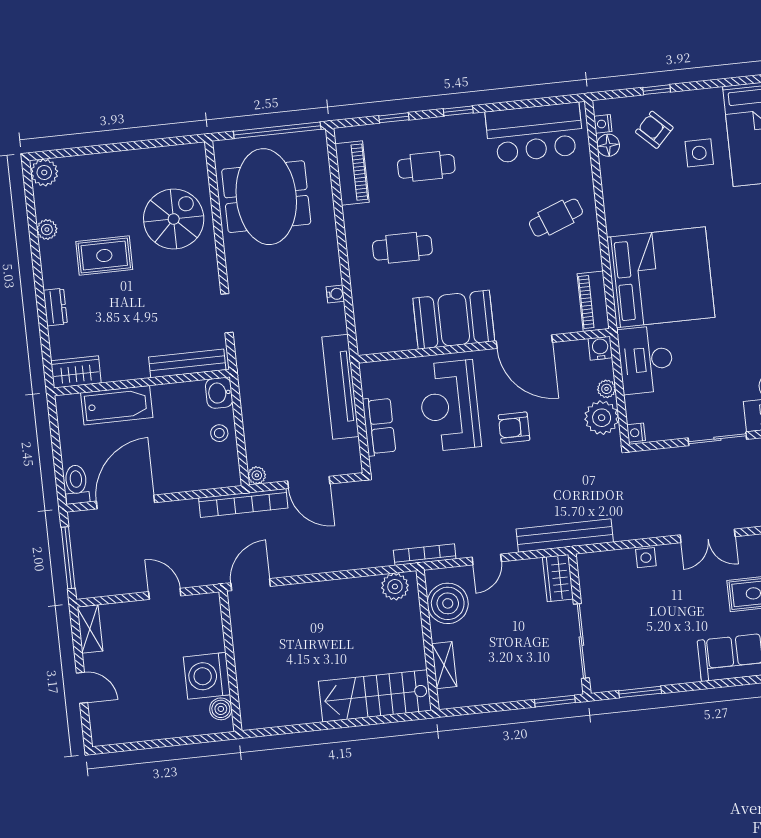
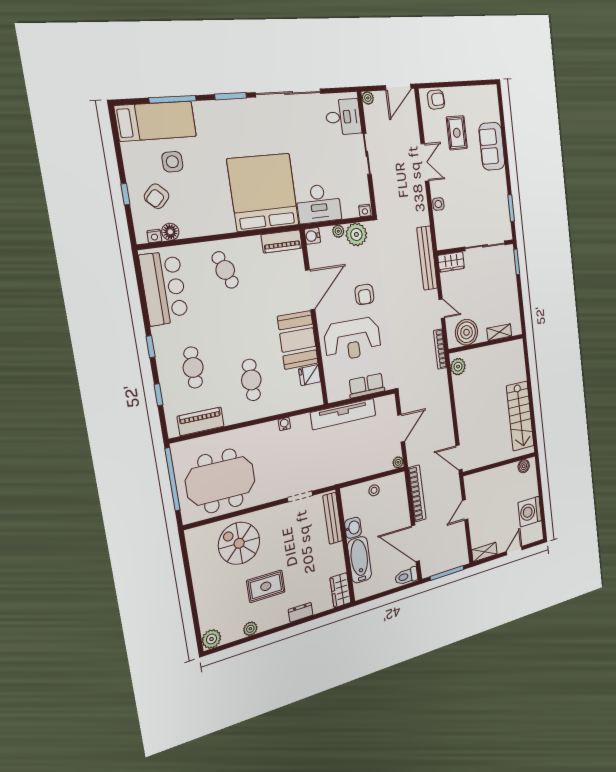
rug: (104, 256) -> (266, 586), turned 90
fridge: (402, 336) -> (310, 375), added
washbasin: (219, 393) -> (353, 528), moved, turned -90
bookcase: (243, 503) -> (417, 494), moved
washing machine: (207, 676) -> (530, 512), moved, turned 90
stairs: (375, 696) -> (520, 416), moved

